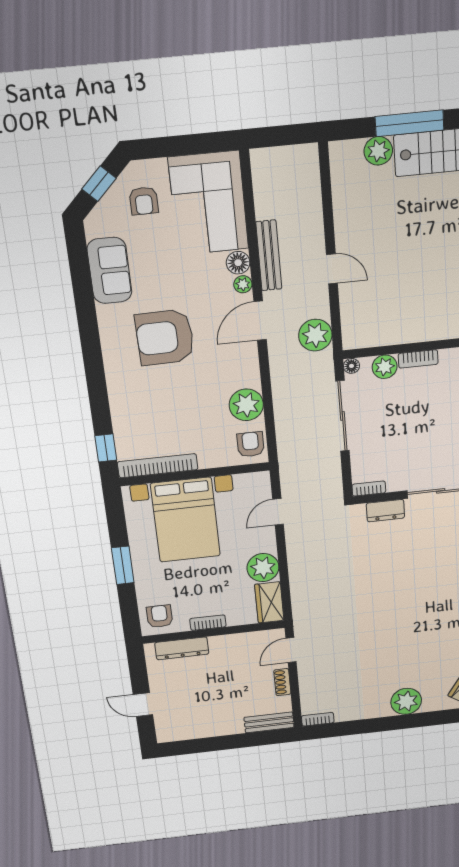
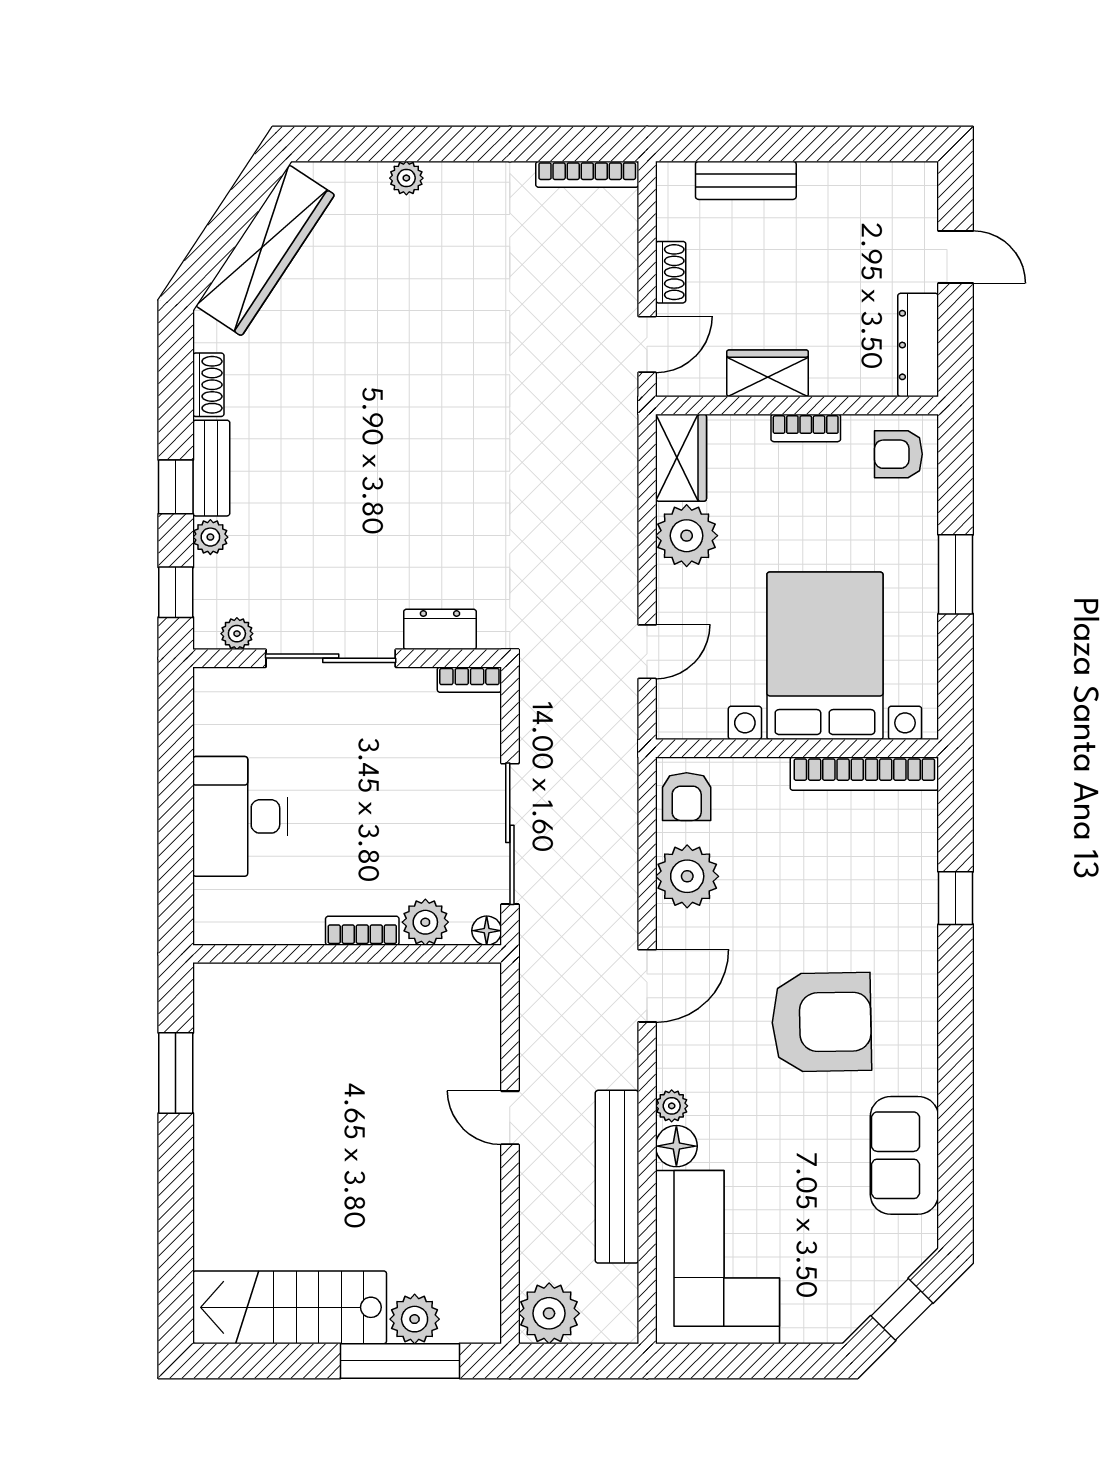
window: (410, 123) -> (400, 1361), moved
armchair: (144, 201) -> (829, 1272), removed
bench: (269, 255) -> (617, 1177), width x1.37, depth x1.21
door: (260, 321) -> (647, 986), moved
plant: (315, 335) -> (549, 1313), moved
window: (106, 448) -> (956, 898), moved
armchair: (160, 616) -> (898, 454), turned 90
wardrobe: (230, 644) -> (768, 373), added
dresser: (182, 648) -> (918, 345), moved, turned -90
plant: (406, 701) -> (406, 178), width x0.53, depth x0.53
bookcase: (318, 719) -> (587, 174), width x1.56
bench: (269, 722) -> (746, 180), moved

